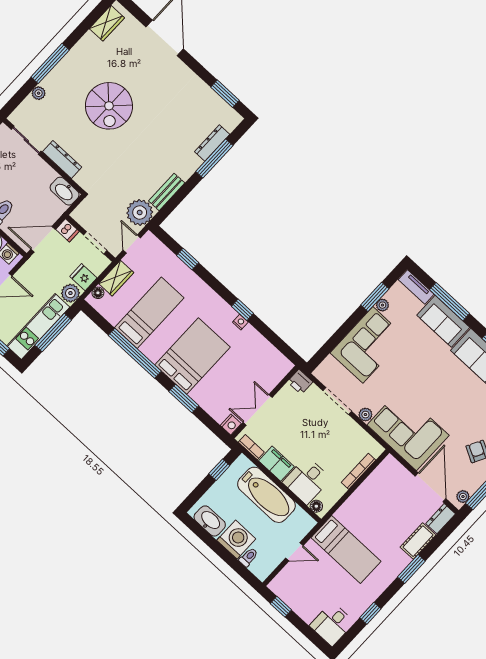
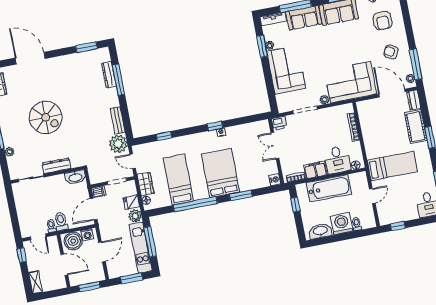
double door: (258, 410) -> (275, 146), moved
cot: (418, 541) -> (416, 127), width x1.37, depth x1.34

